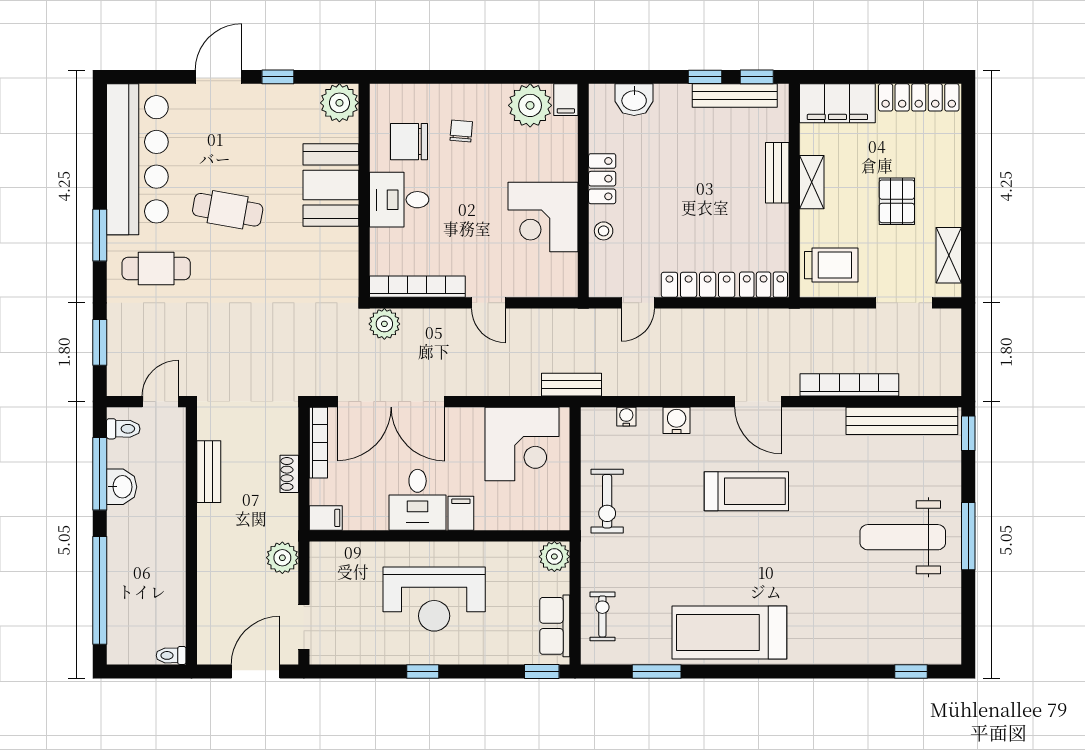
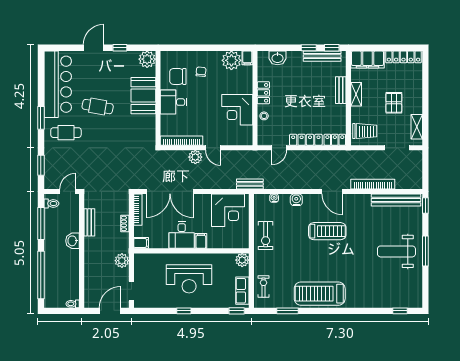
plant: (384, 324) -> (195, 157), moved
washbasin: (122, 487) -> (73, 241), moved, turned 180

